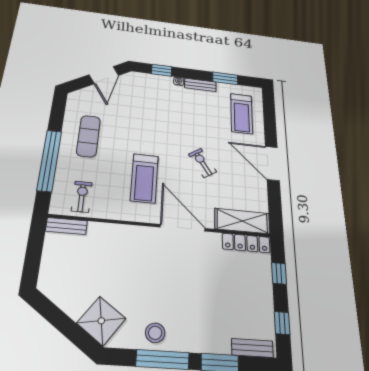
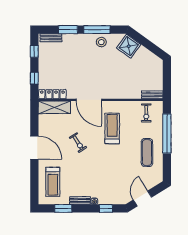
treadmill: (242, 114) -> (53, 182), turned 180

